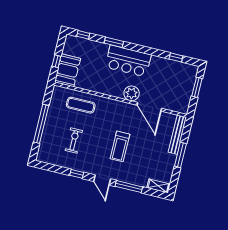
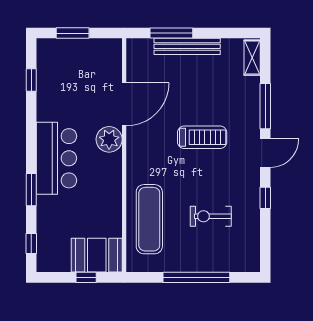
exercise mat: (81, 105) -> (149, 219), width x1.36, depth x1.45
bench: (177, 135) -> (187, 46), moved
window: (180, 155) -> (171, 33), moved

